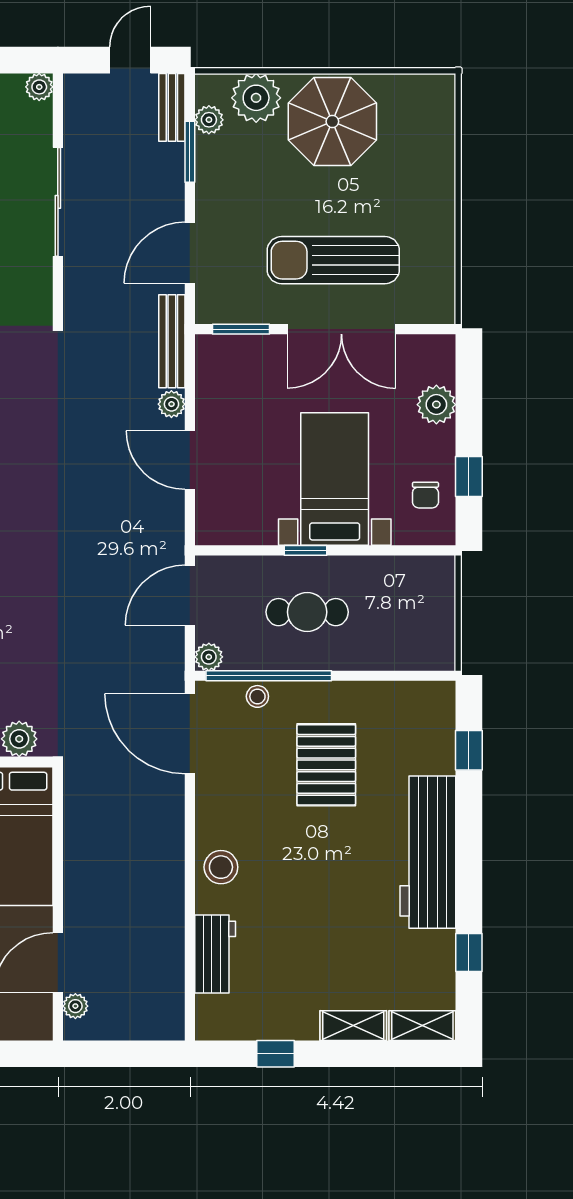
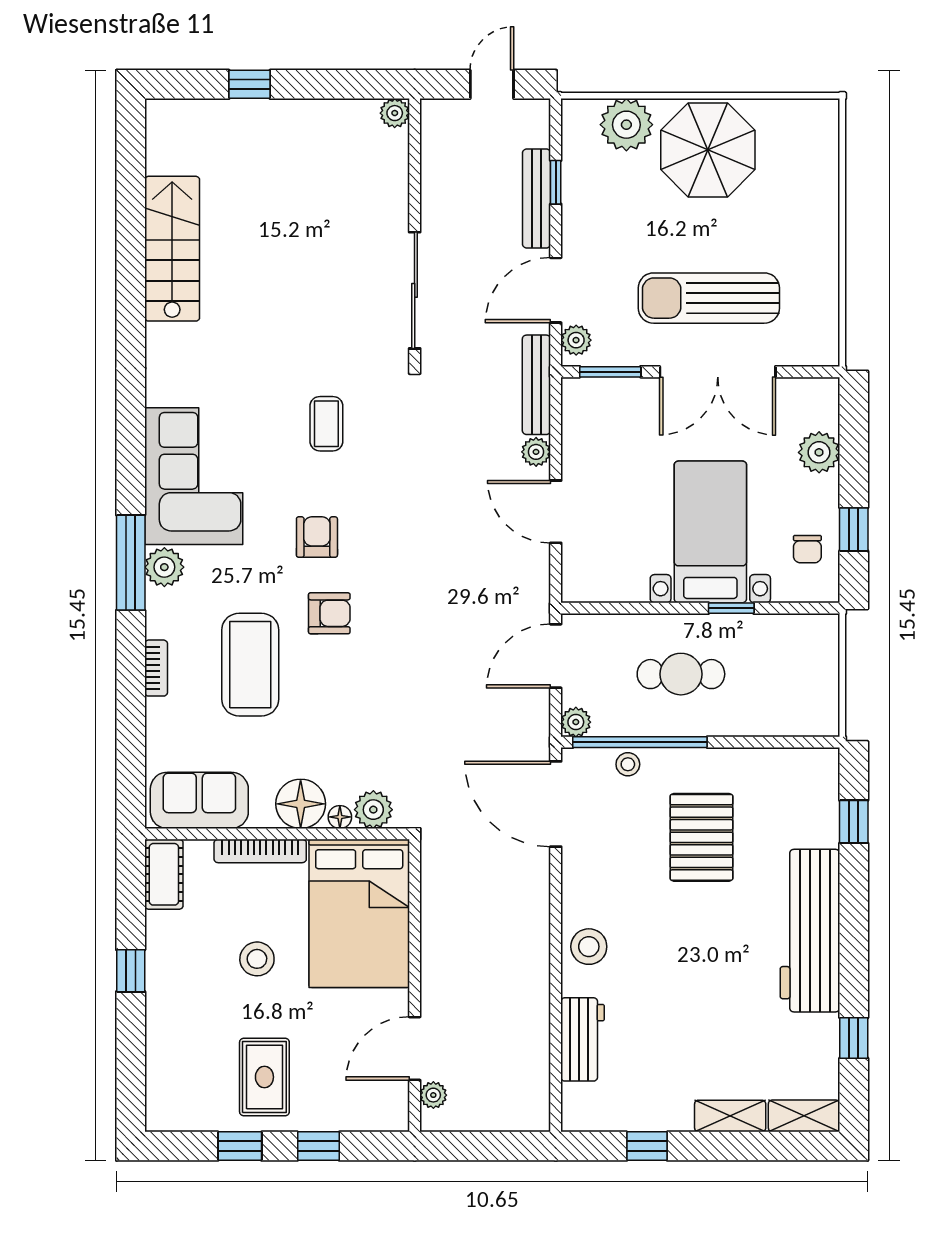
bench: (172, 107) -> (537, 199), moved, width x1.36
plant: (209, 120) -> (576, 340), moved
window: (190, 152) -> (556, 182), width x0.67
sliding door: (58, 202) -> (415, 290), moved
window: (305, 550) -> (731, 608), moved

